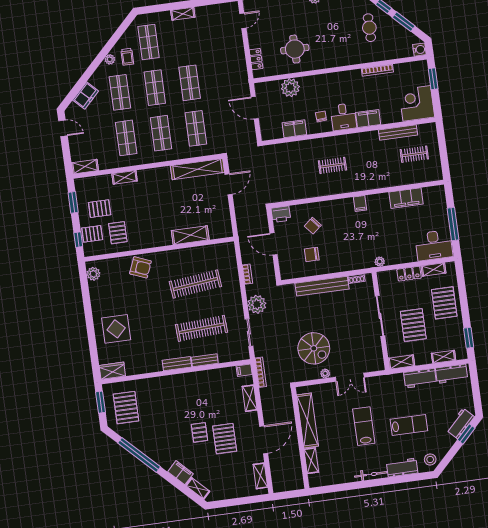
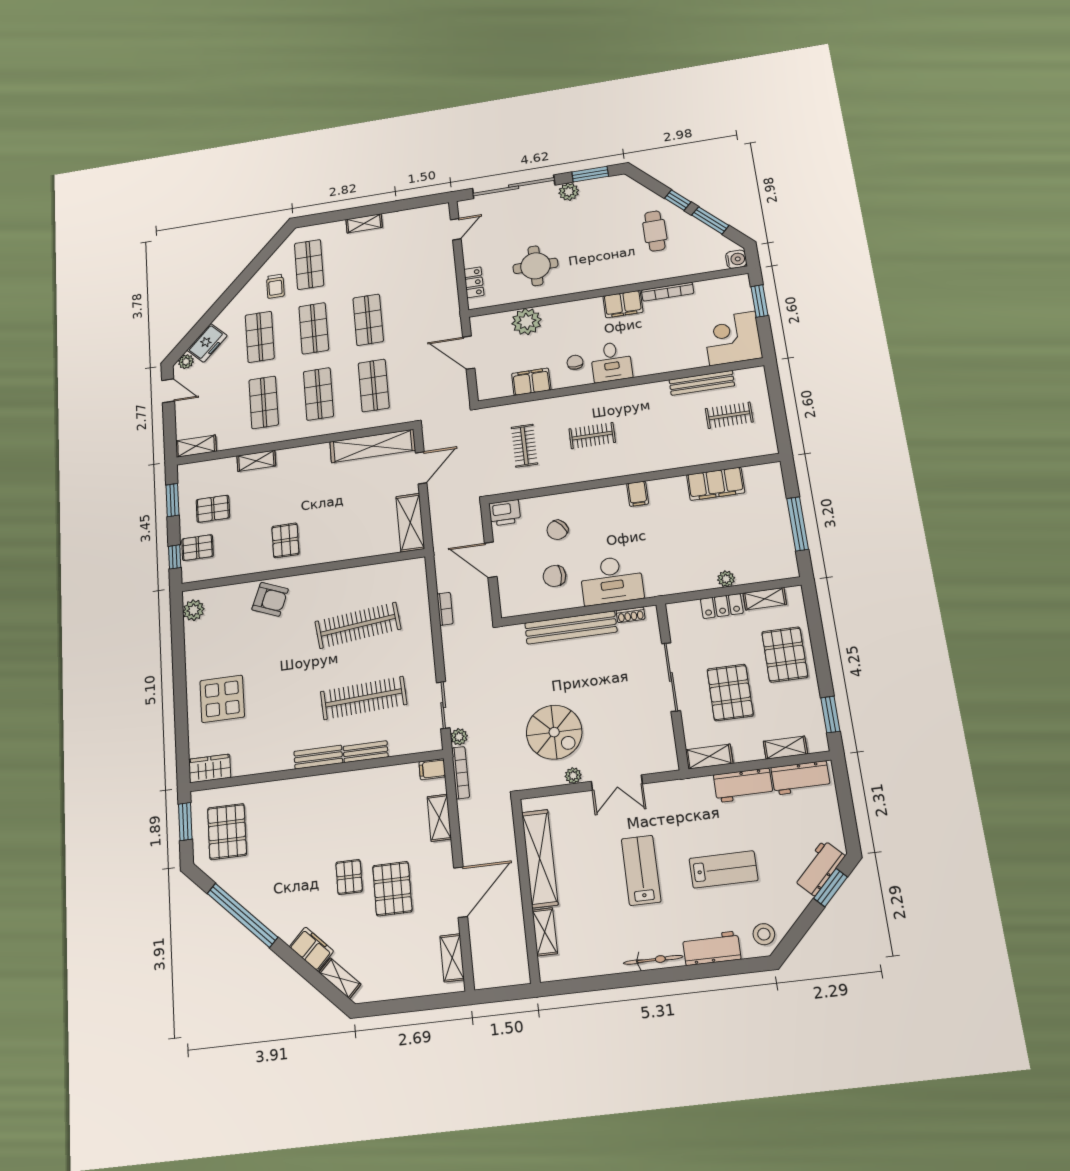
plant: (110, 59) -> (186, 362), moved
filing cabinet: (368, 118) -> (623, 304), moved, turned 180
clothes rail: (291, 171) -> (524, 446), added
pallet: (118, 233) -> (285, 540), moved
shelving: (190, 235) -> (410, 523), moved, turned 90
desk: (434, 245) -> (612, 580), moved
plant: (380, 262) -> (726, 579), moved
plant: (257, 304) -> (459, 737), moved, width x0.53, depth x0.53

